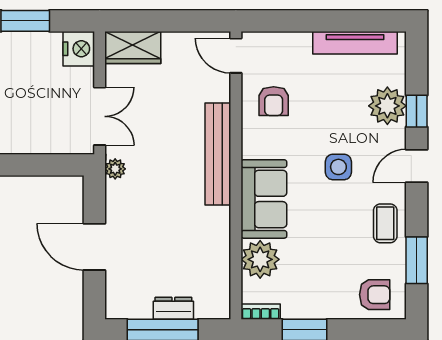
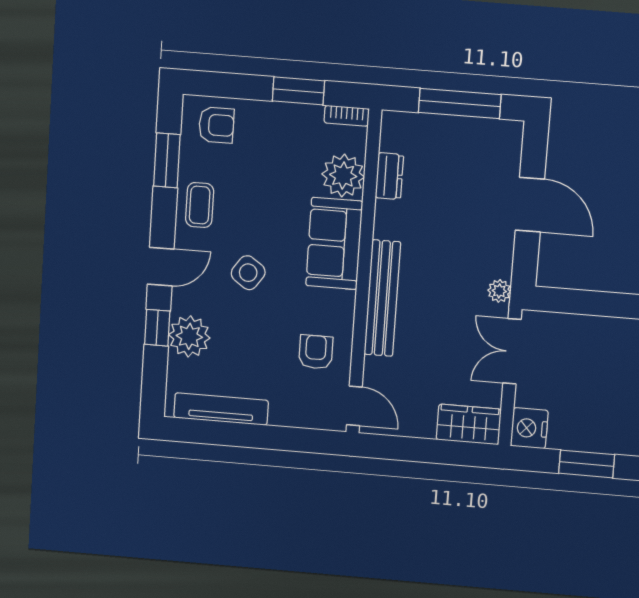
side table: (338, 167) -> (248, 273), turned 35
armchair: (375, 295) -> (216, 125), turned 180
dresser: (173, 308) -> (389, 176), moved, turned -90

